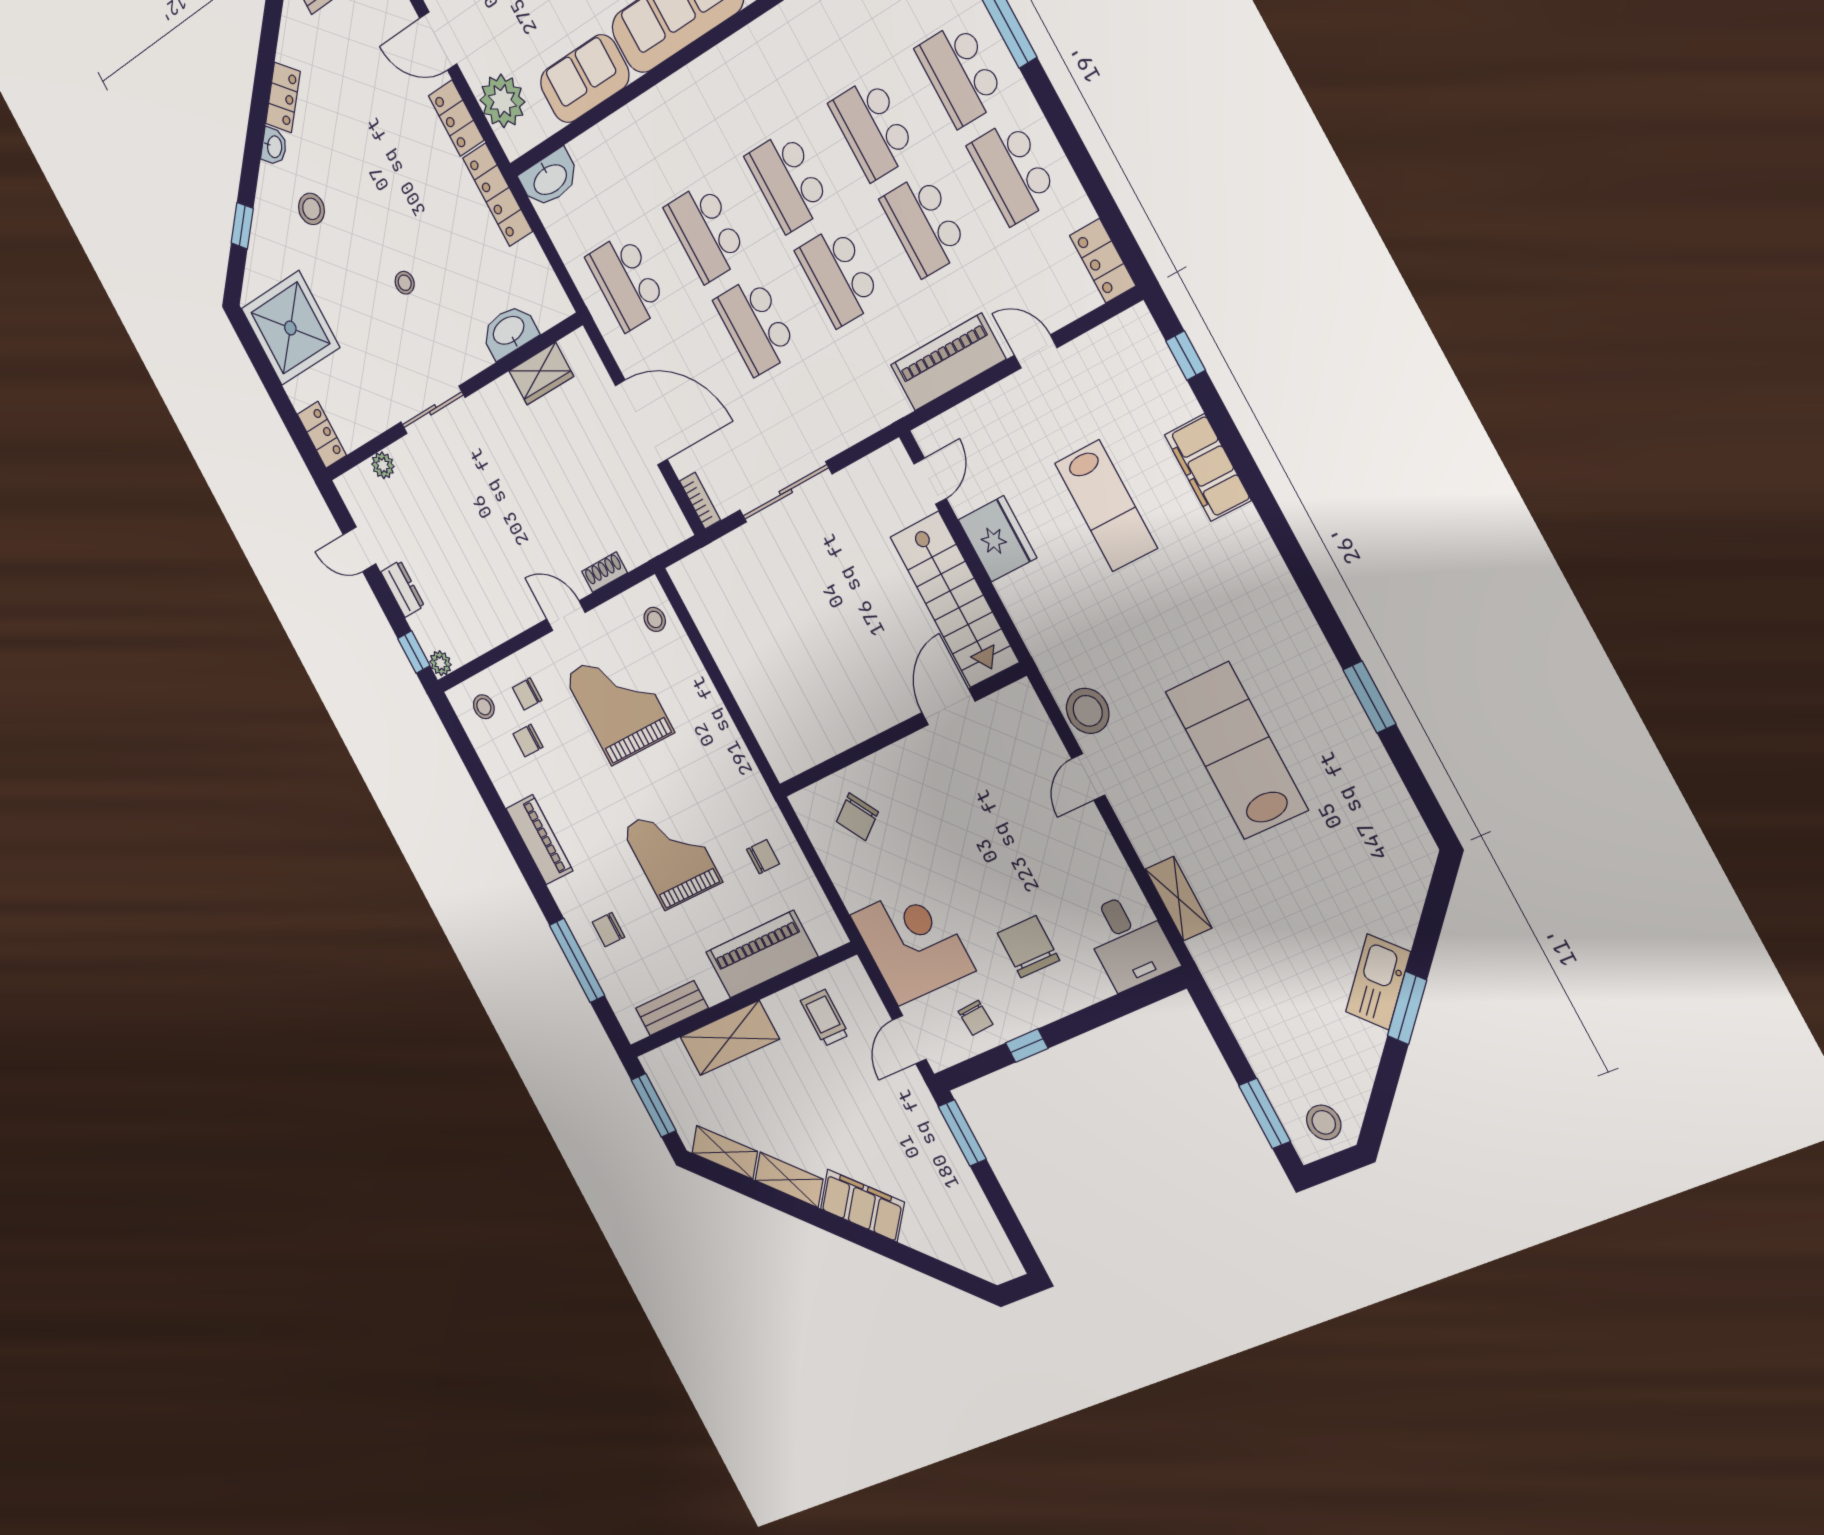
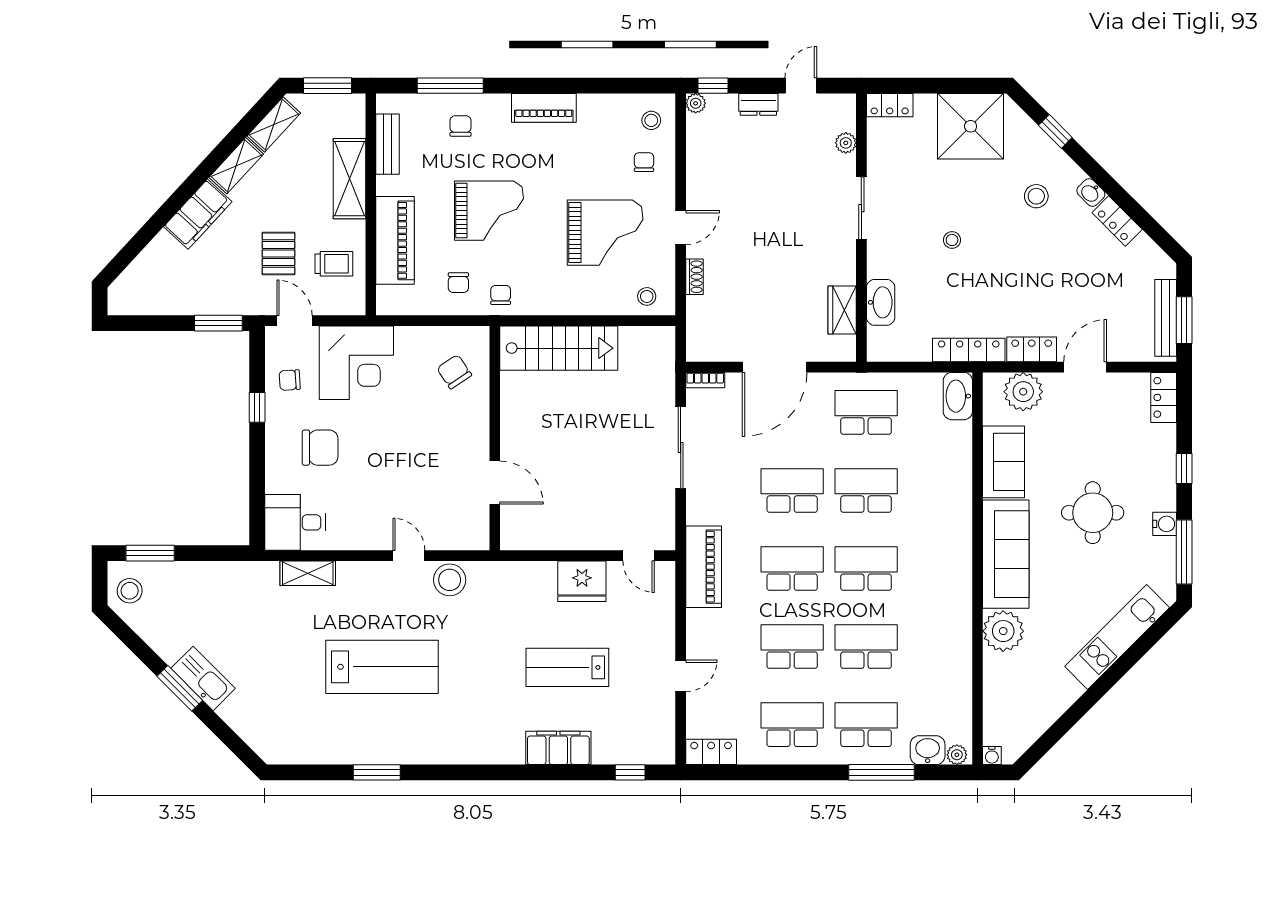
piano: (948, 362) -> (704, 567), moved
stairs: (955, 599) -> (559, 348), moved, turned 180
chair: (528, 741) -> (501, 295), moved
pallet: (850, 1090) -> (278, 253), added

